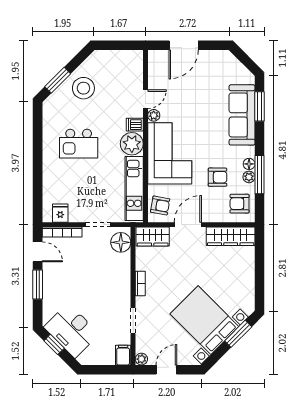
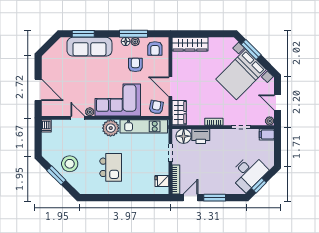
window: (58, 80) -> (56, 175), moved
dishwasher: (135, 125) -> (46, 126), moved
wardrobe: (231, 236) -> (190, 44), moved, turned 90
printer: (121, 266) -> (201, 136), added

